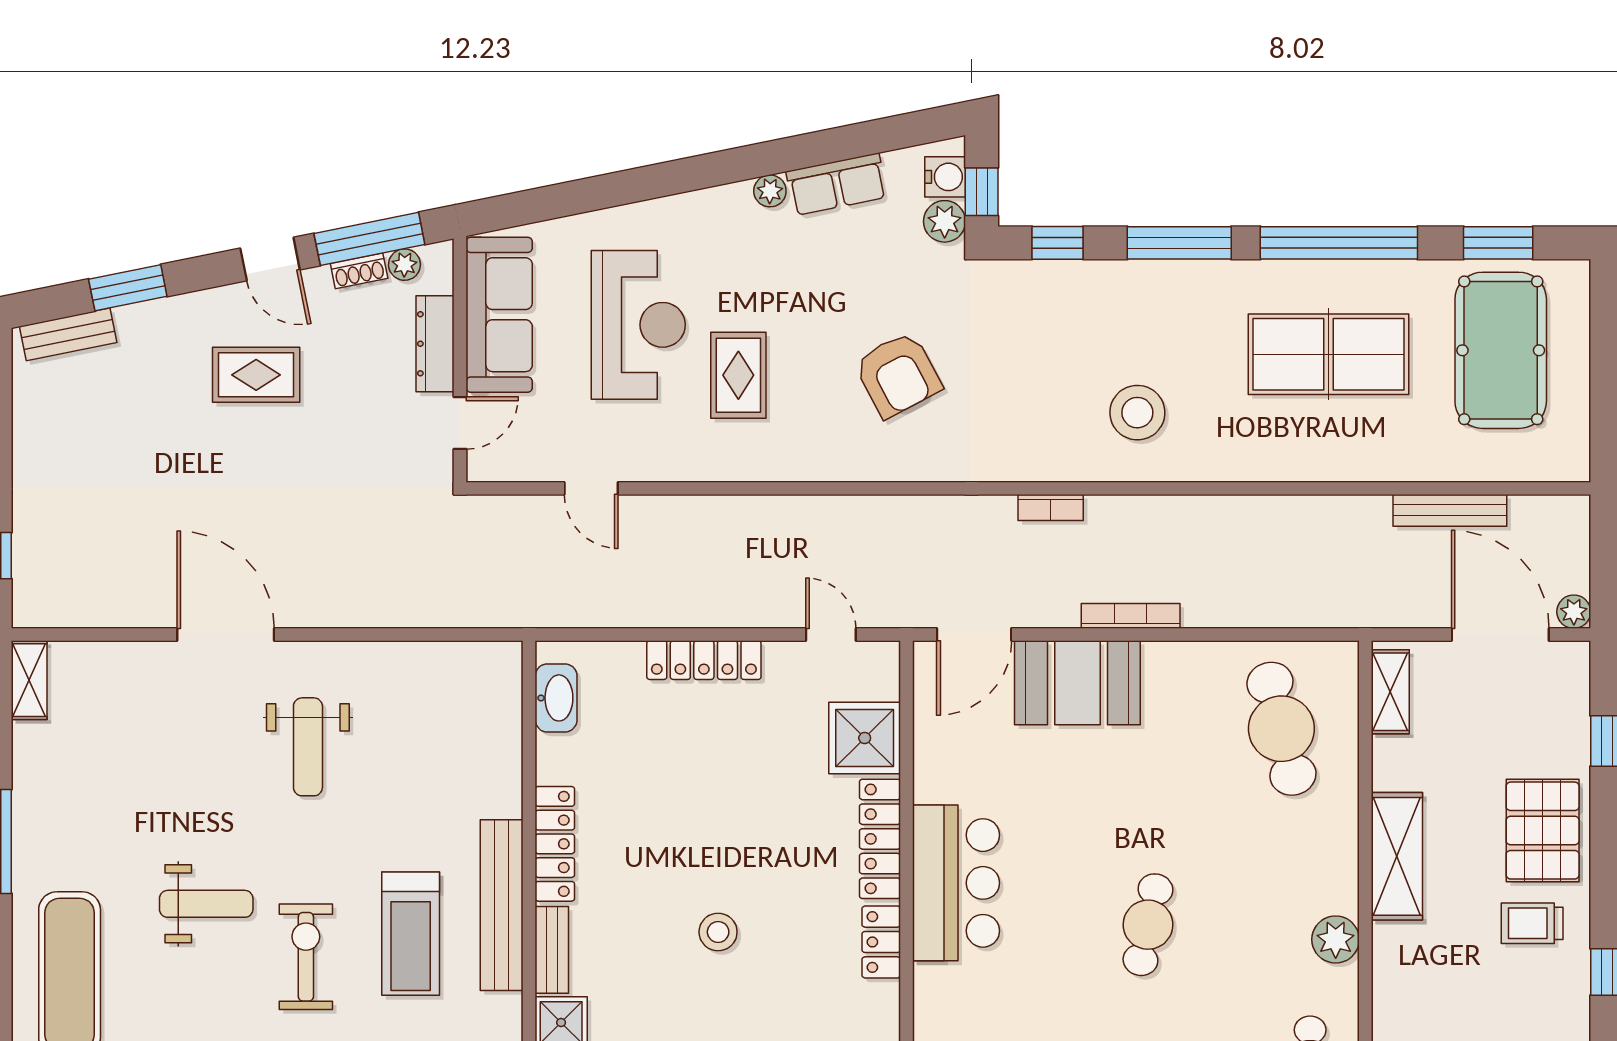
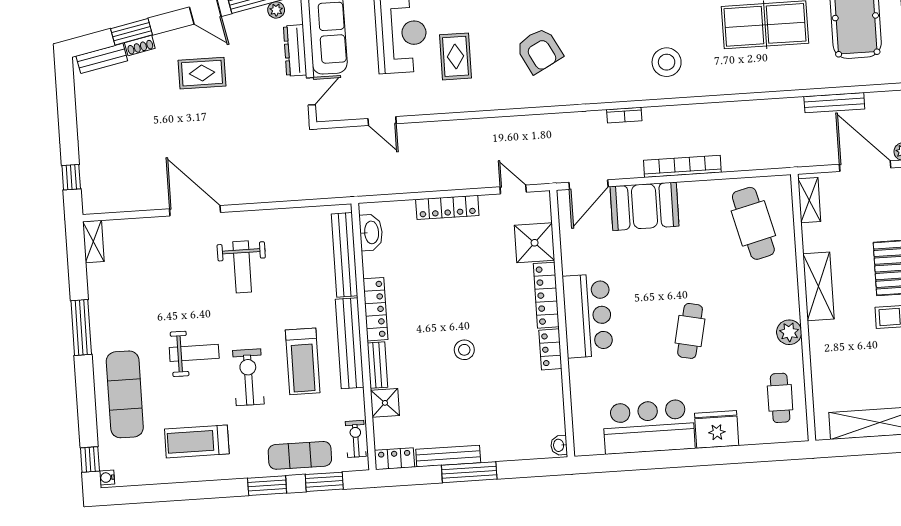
shoe rack: (359, 271) -> (140, 45), moved
bookcase: (1131, 616) -> (682, 166), width x1.48, depth x1.31
bench: (503, 737) -> (345, 255), added

